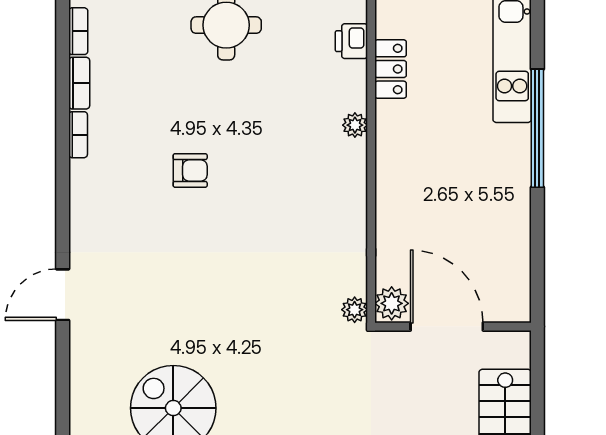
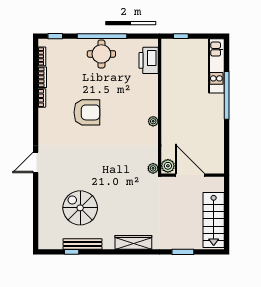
printer: (351, 41) -> (149, 60), width x1.87, depth x1.48
locker: (390, 69) -> (167, 72), removed
plant: (355, 125) -> (153, 121), moved
armchair: (190, 170) -> (87, 112), width x1.88, depth x1.88

